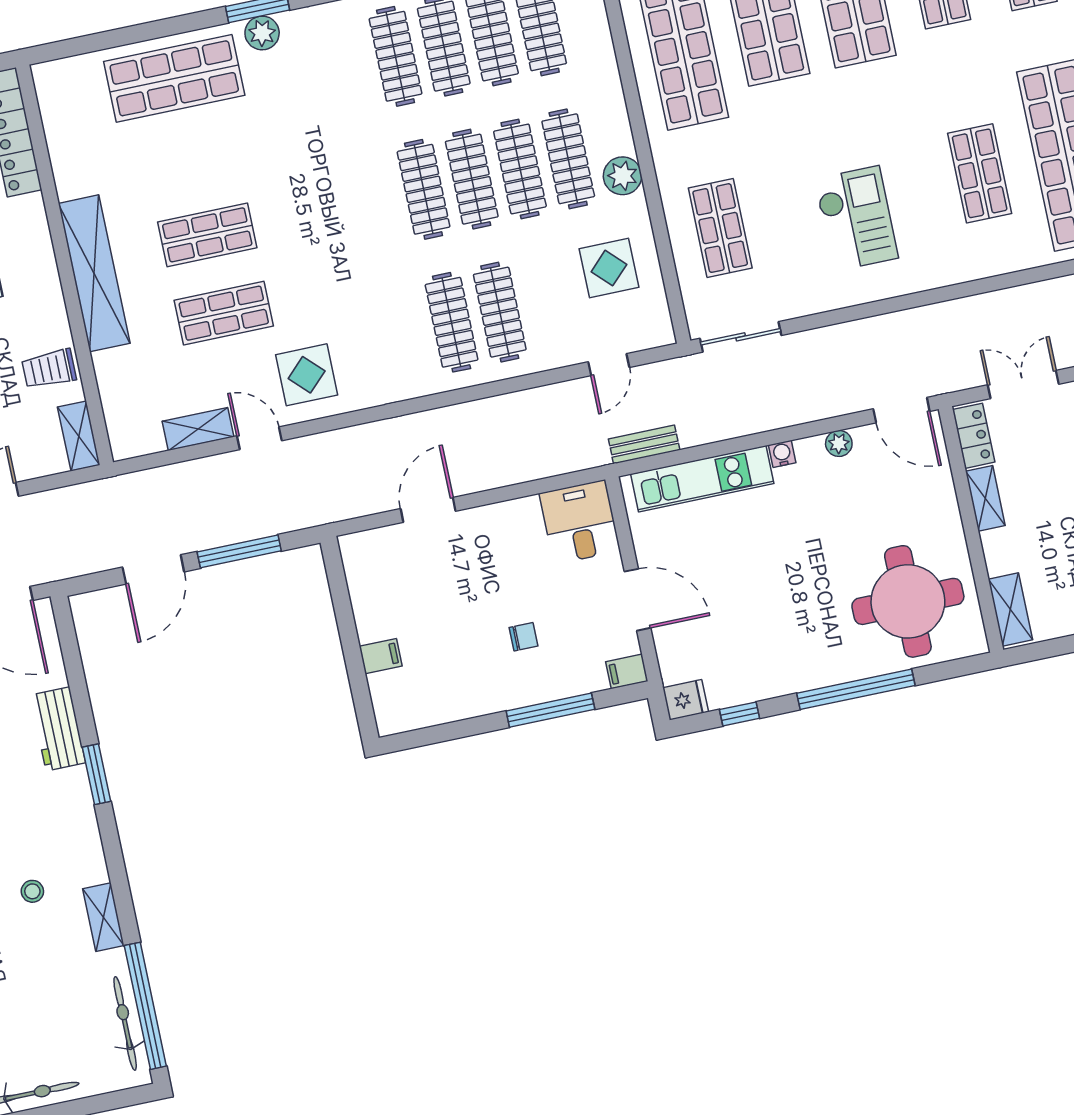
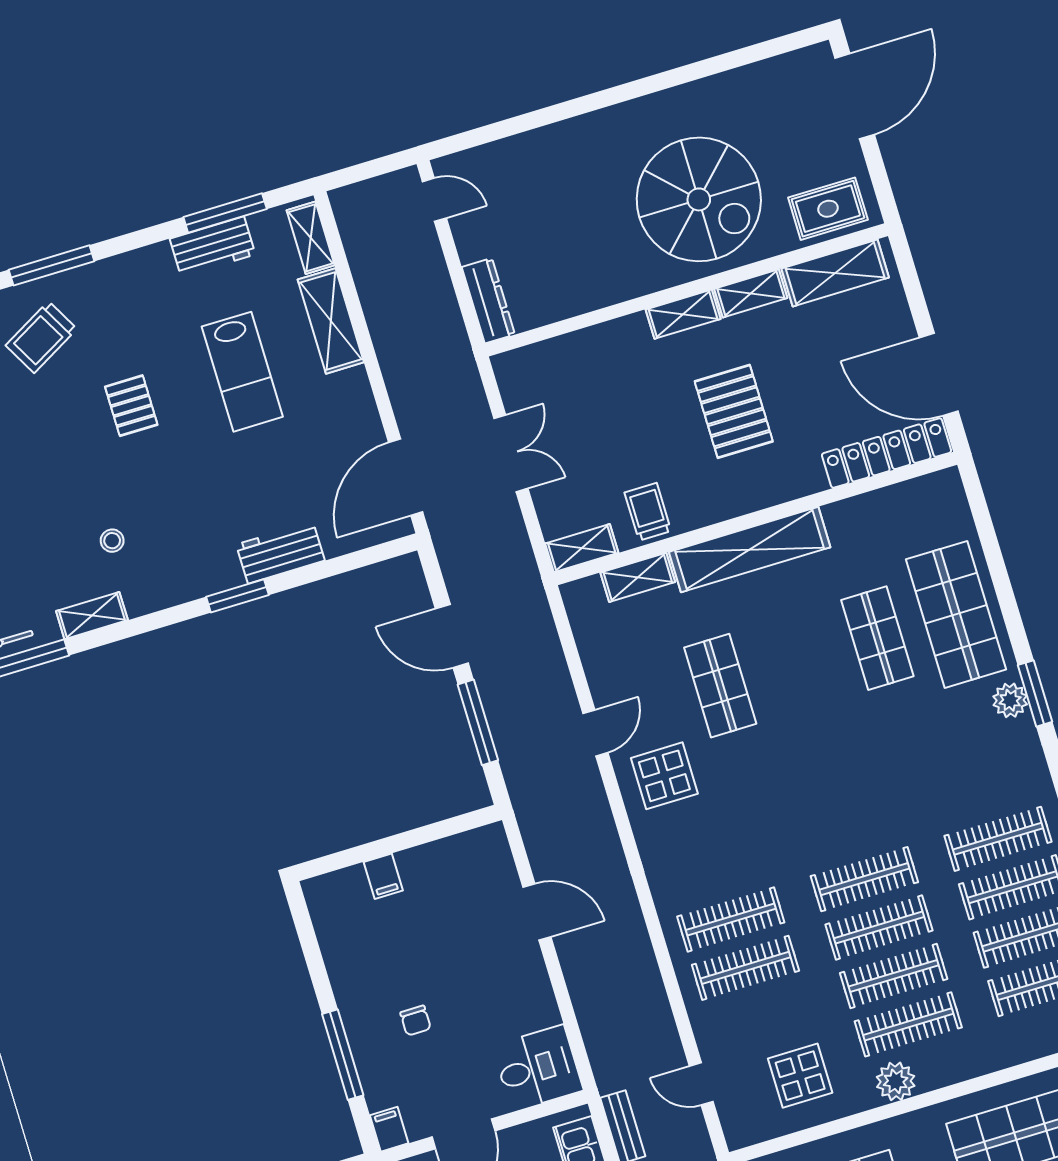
shop shelf: (207, 235) -> (877, 638), moved
shelving: (198, 429) -> (638, 577), moved, turned 90

